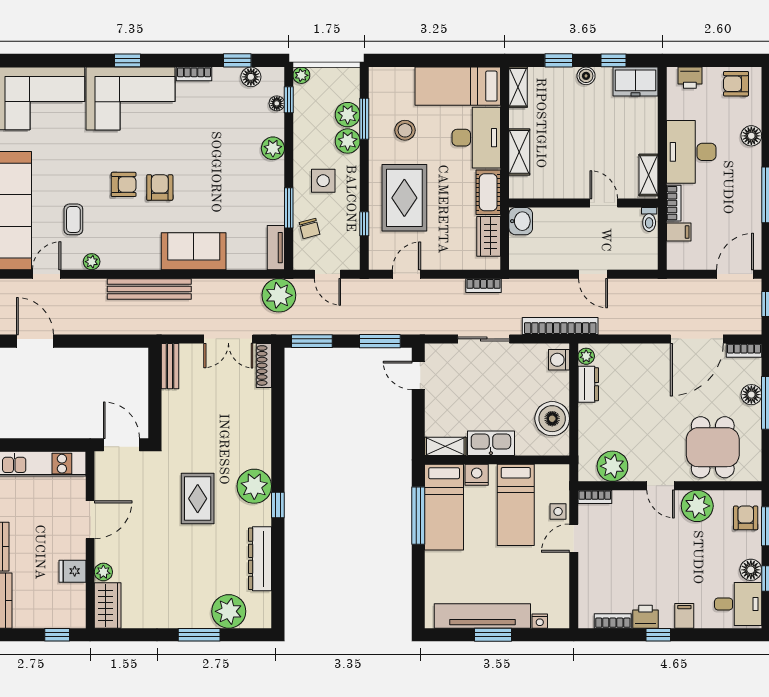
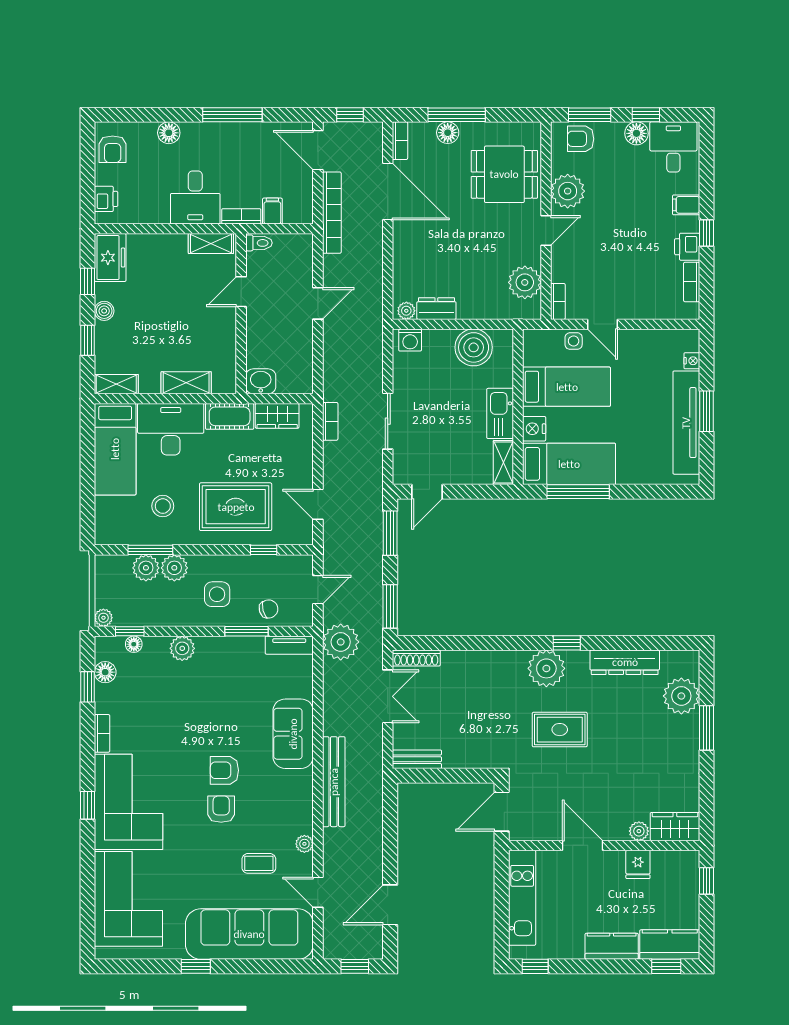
desk: (691, 152) -> (195, 198), width x0.73
bookcase: (560, 326) -> (332, 213), moved, turned 180

